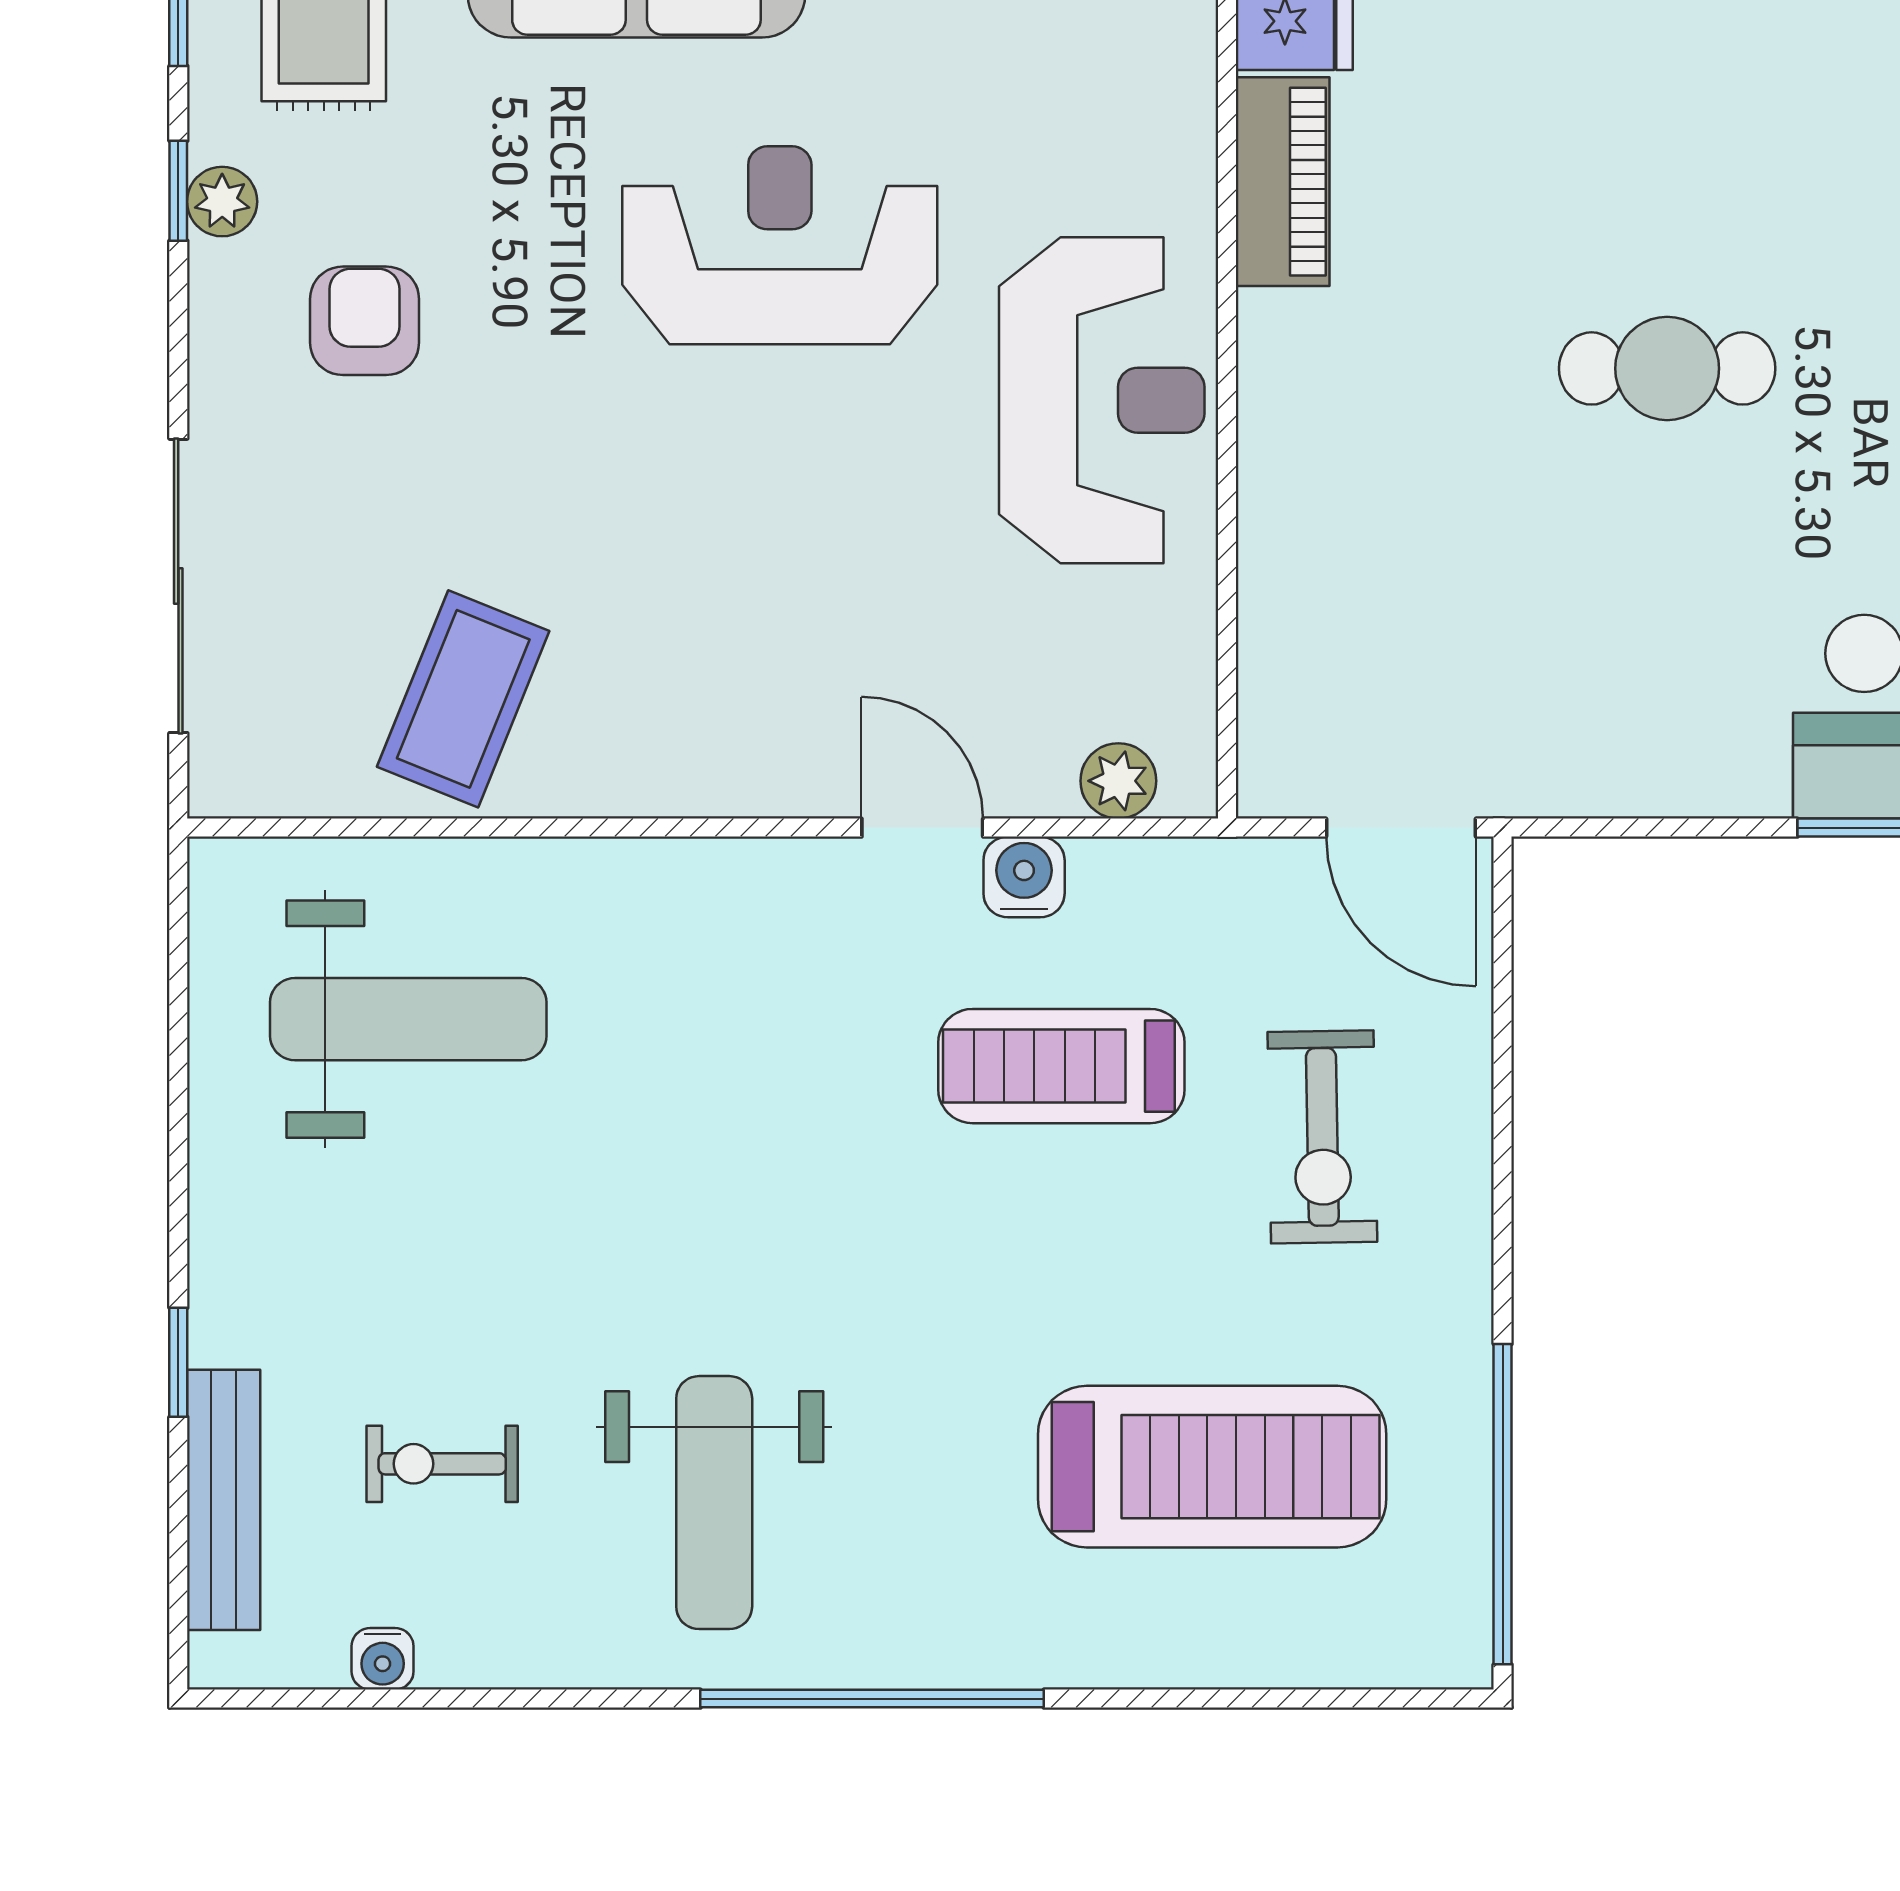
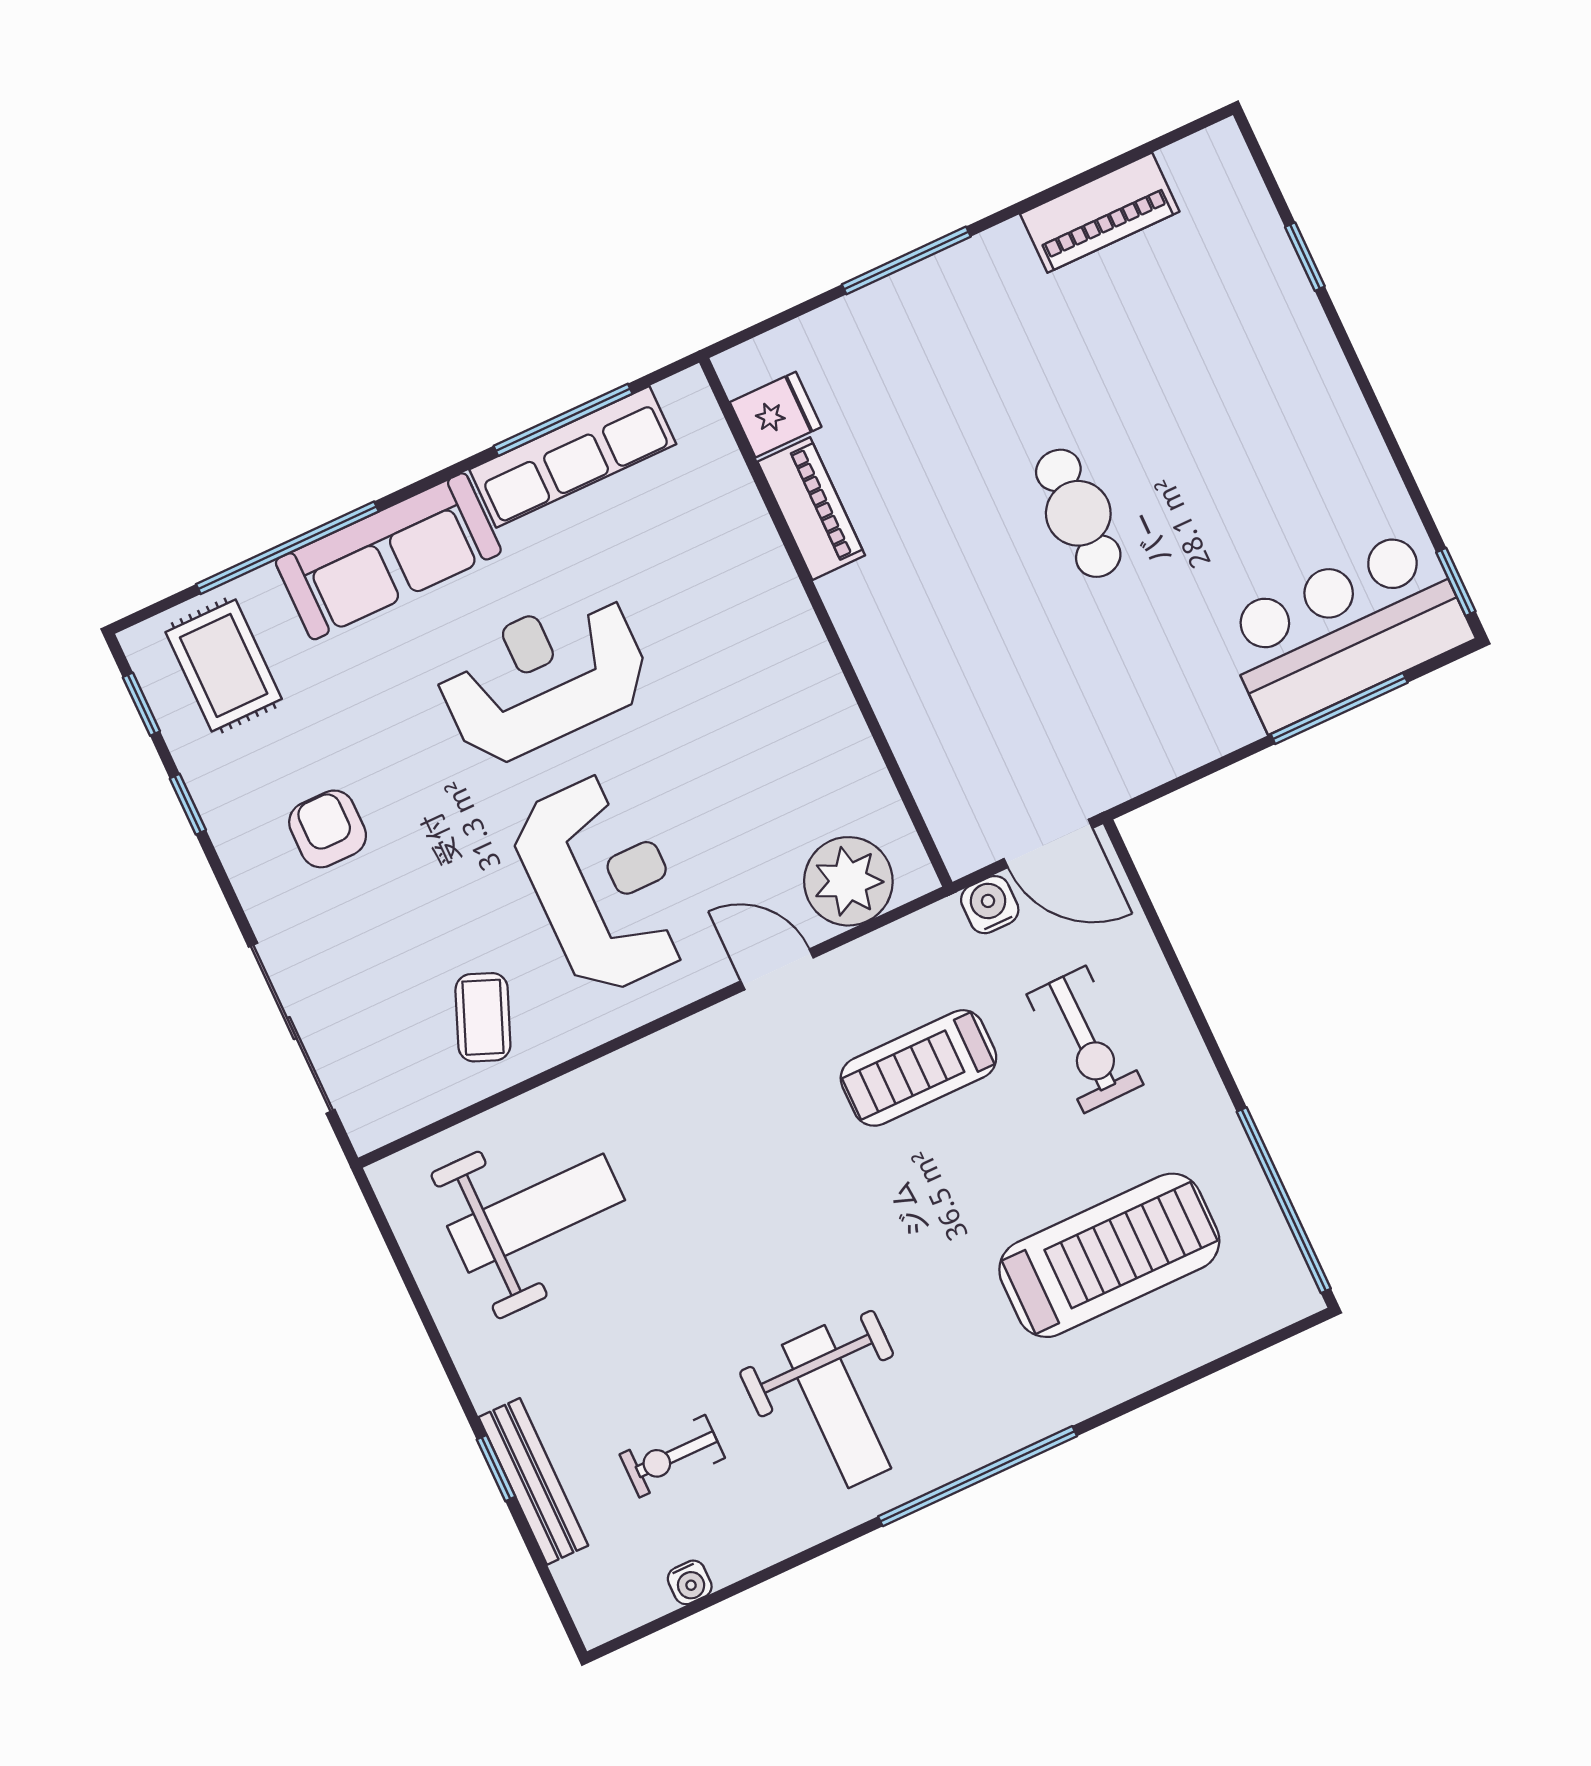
plant: (222, 202) -> (216, 799), removed
cafe table: (1667, 368) -> (1078, 513), turned 90
reception desk: (1102, 400) -> (603, 884), moved
coffee table: (463, 699) -> (483, 1017), width x0.73, depth x0.77
plant: (1118, 781) -> (848, 881), width x1.88, depth x1.88
water cooler: (1024, 877) -> (990, 905), moved
bench: (224, 1500) -> (533, 1481), moved

